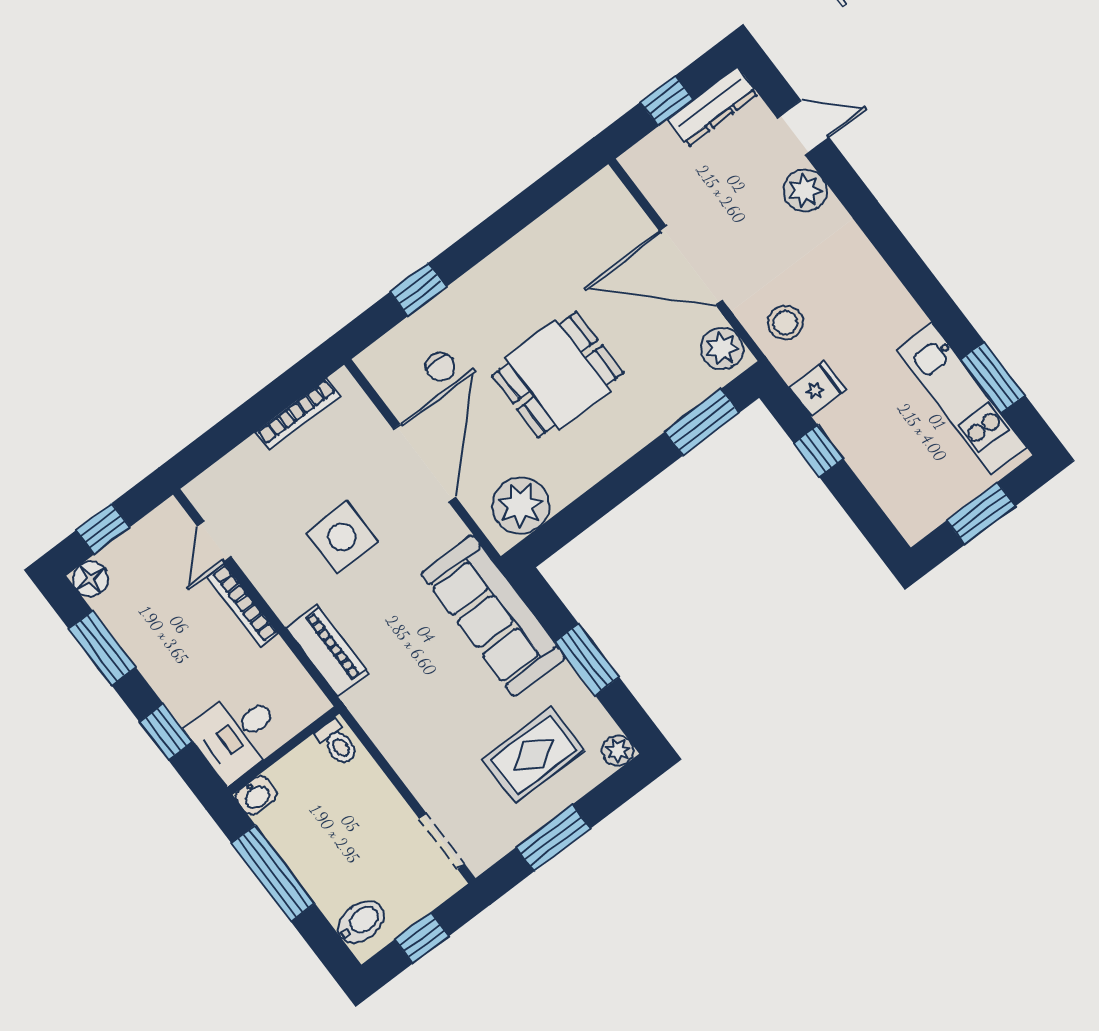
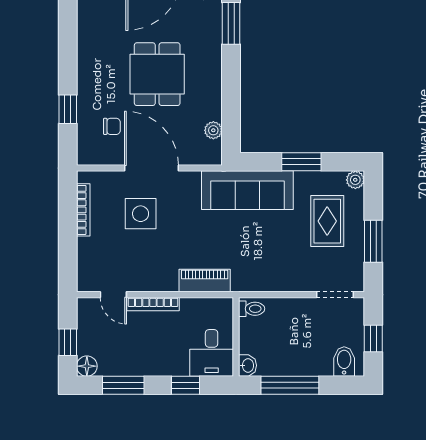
plant: (521, 505) -> (213, 130), width x0.53, depth x0.53
side table: (342, 537) -> (141, 214), moved

